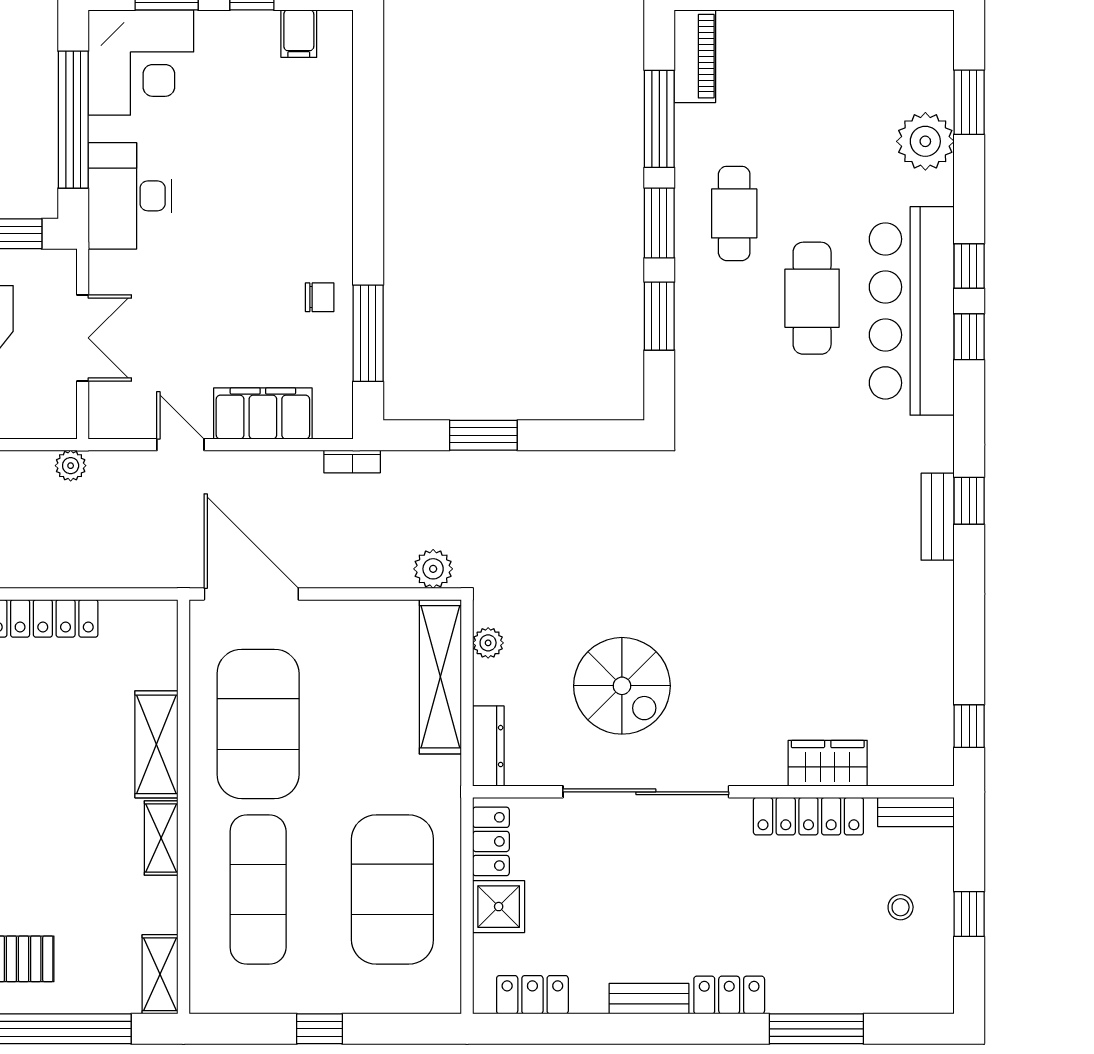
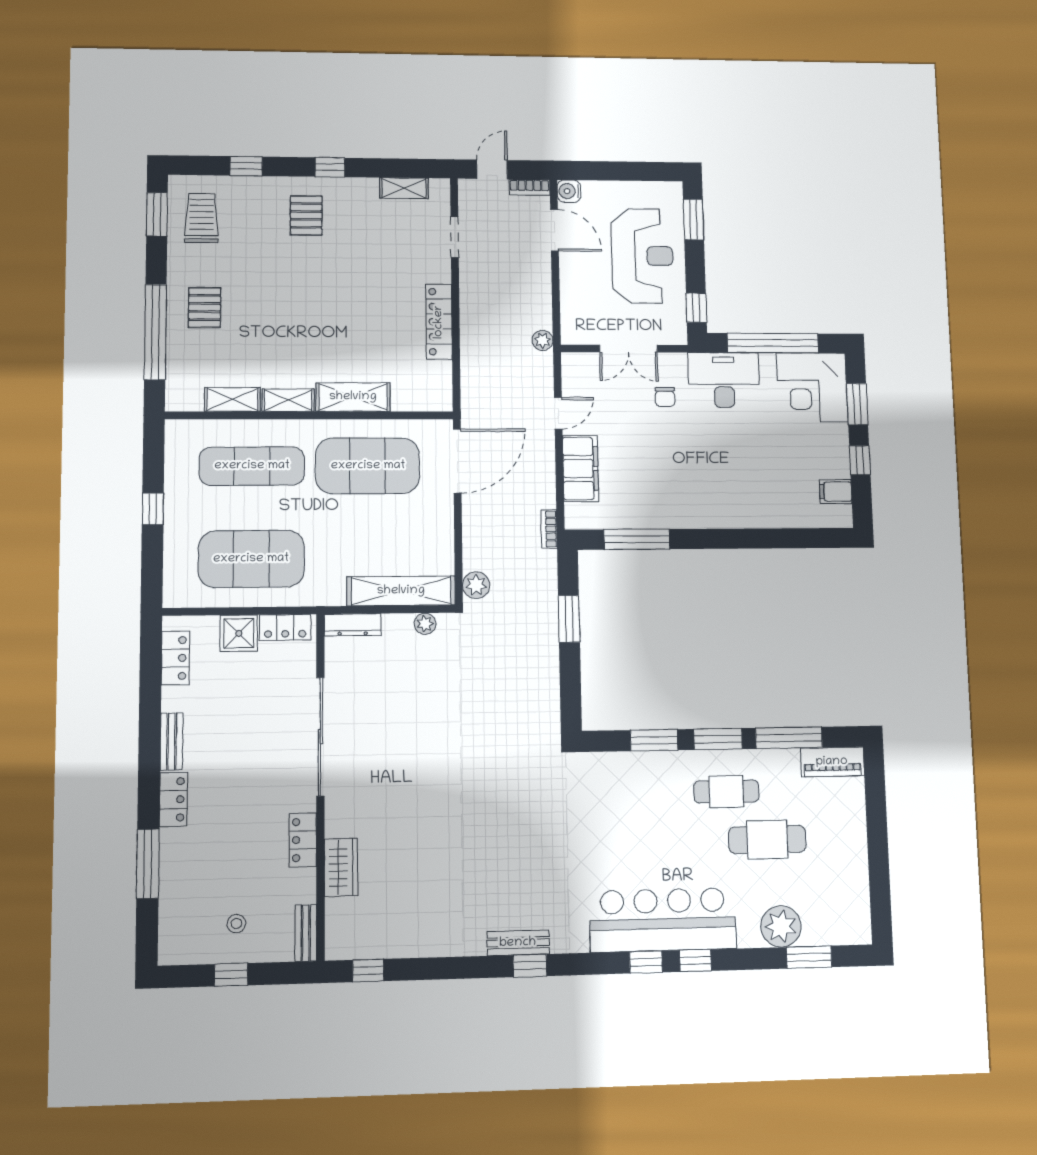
chair: (320, 297) -> (665, 397), moved
cafe table: (812, 298) -> (767, 840), moved
spiral stairs: (622, 686) -> (396, 718), removed
locker: (808, 816) -> (303, 840), width x0.66
shelving: (160, 974) -> (232, 399), moved

